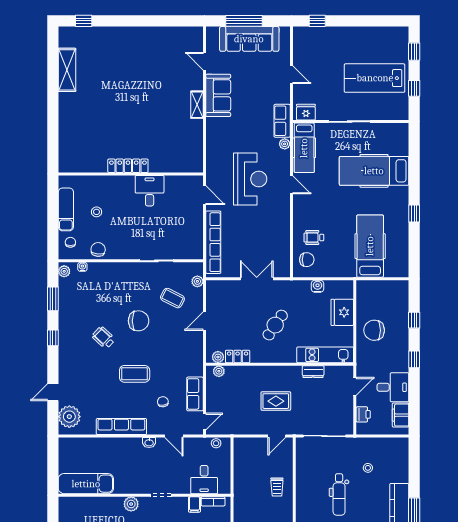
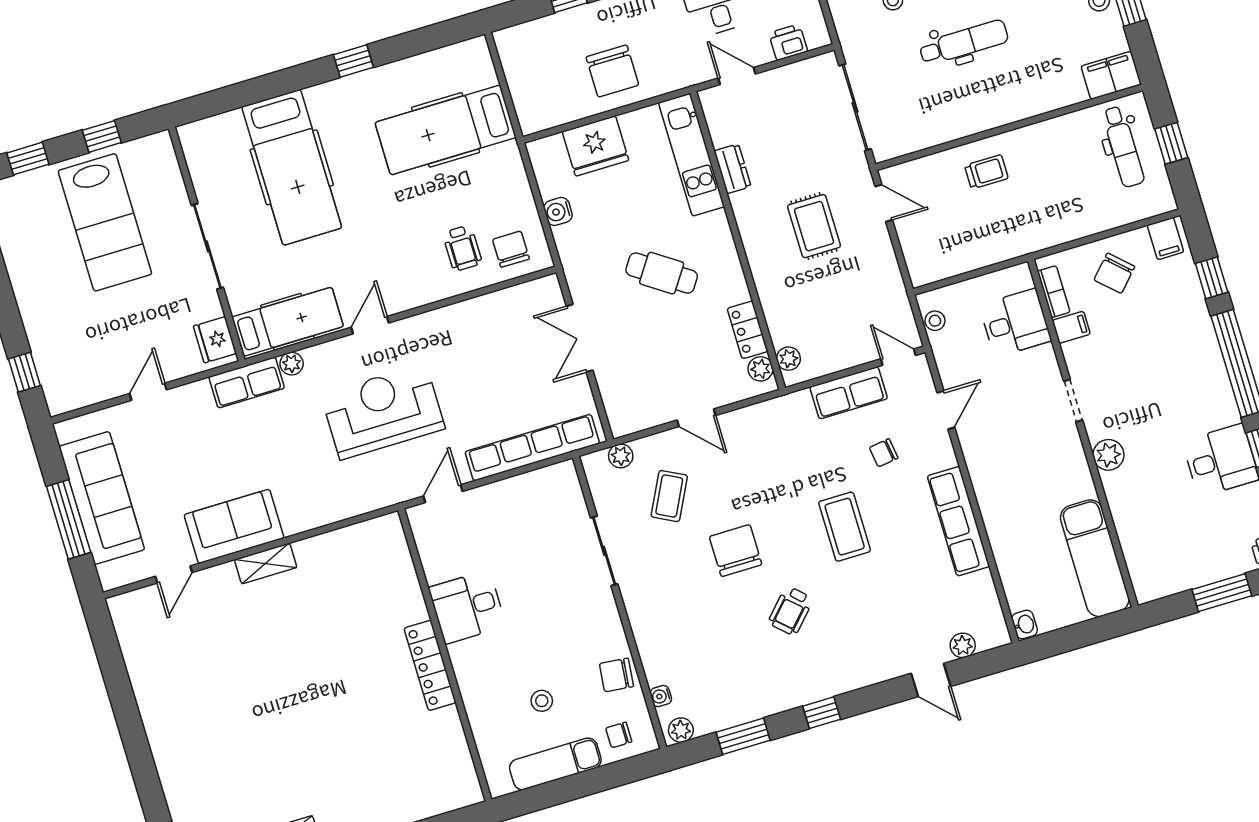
plant: (69, 417) -> (963, 645), width x0.53, depth x0.53
washbasin: (149, 443) -> (1025, 624), moved

